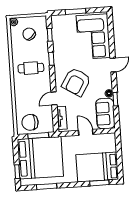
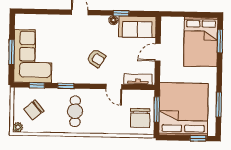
corner sofa: (93, 37) -> (33, 56), moved, turned -90
armchair: (76, 82) -> (96, 58), width x0.53, depth x0.53

